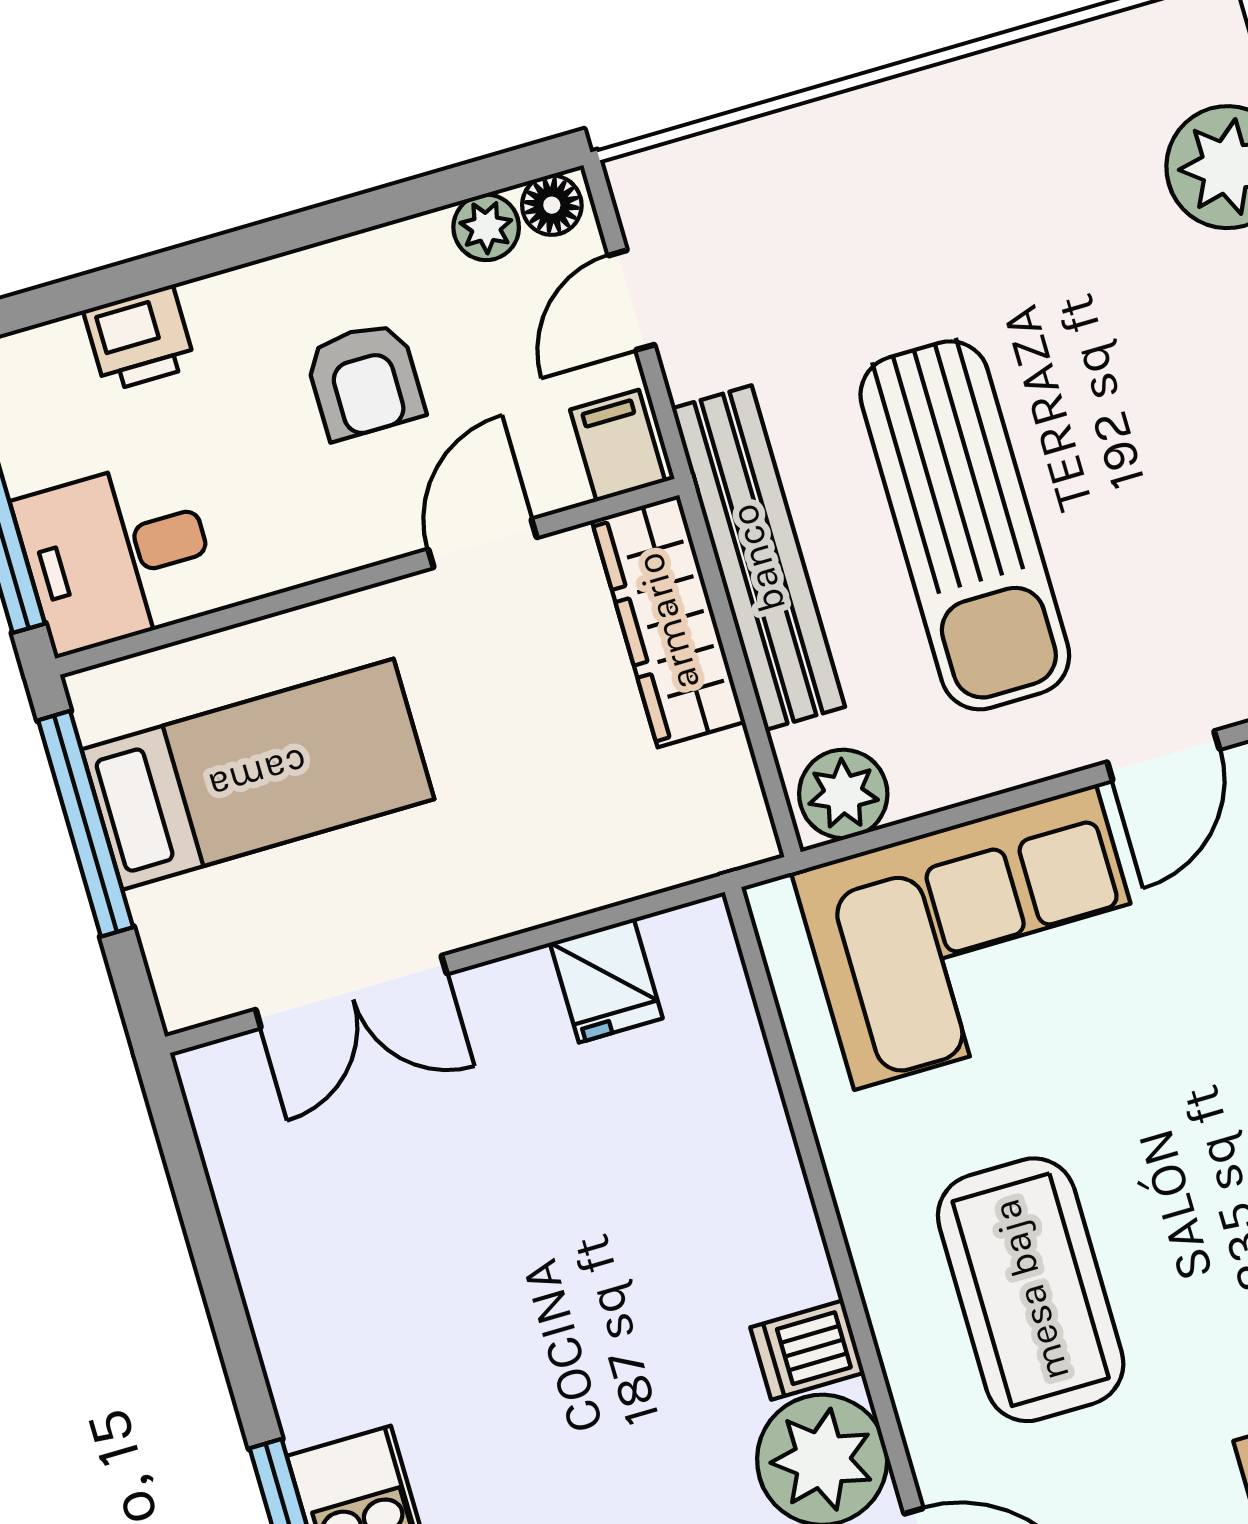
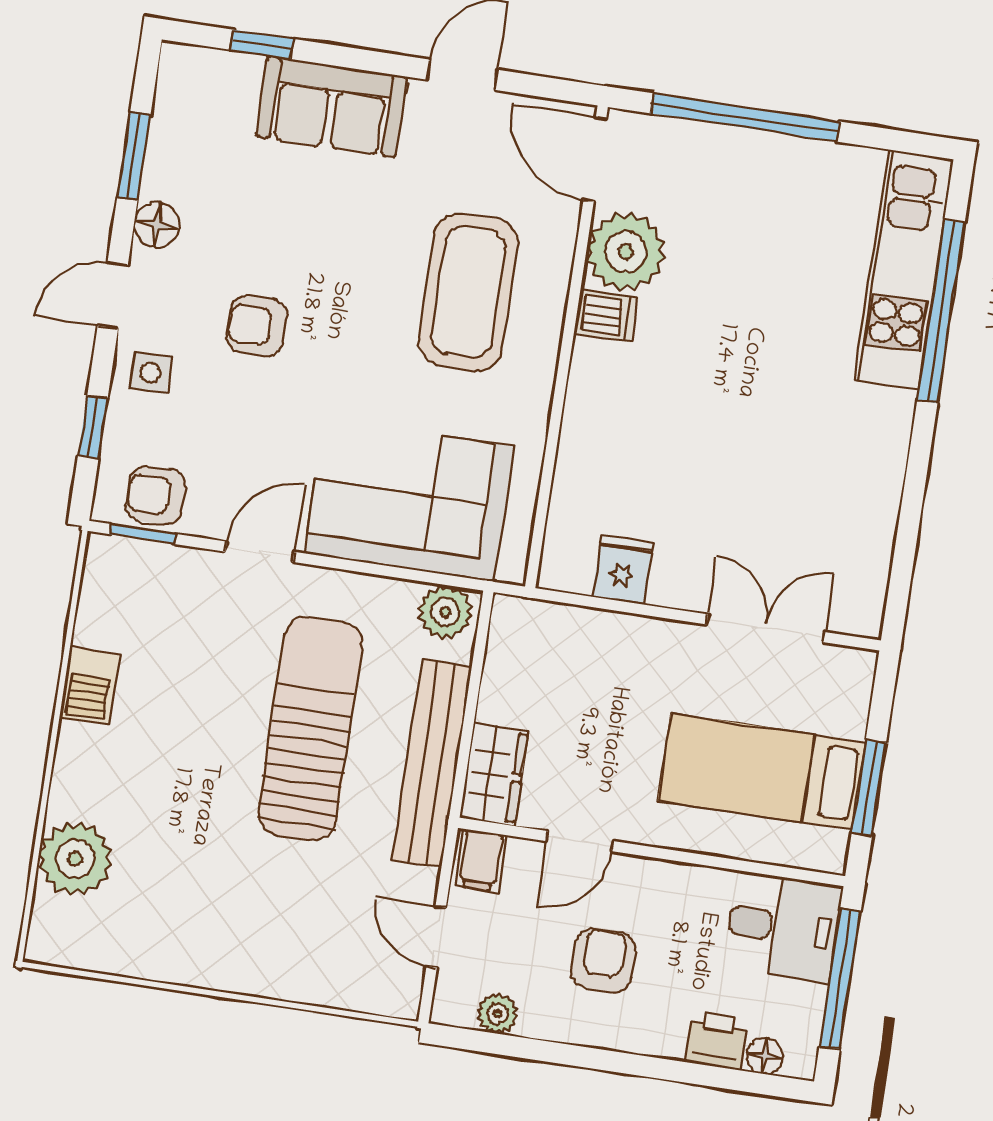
floor lamp: (552, 205) -> (765, 1056), moved
door: (631, 300) -> (436, 937), swing flipped
wardrobe: (668, 621) -> (494, 775), width x0.67
window: (86, 824) -> (869, 788), width x0.69

